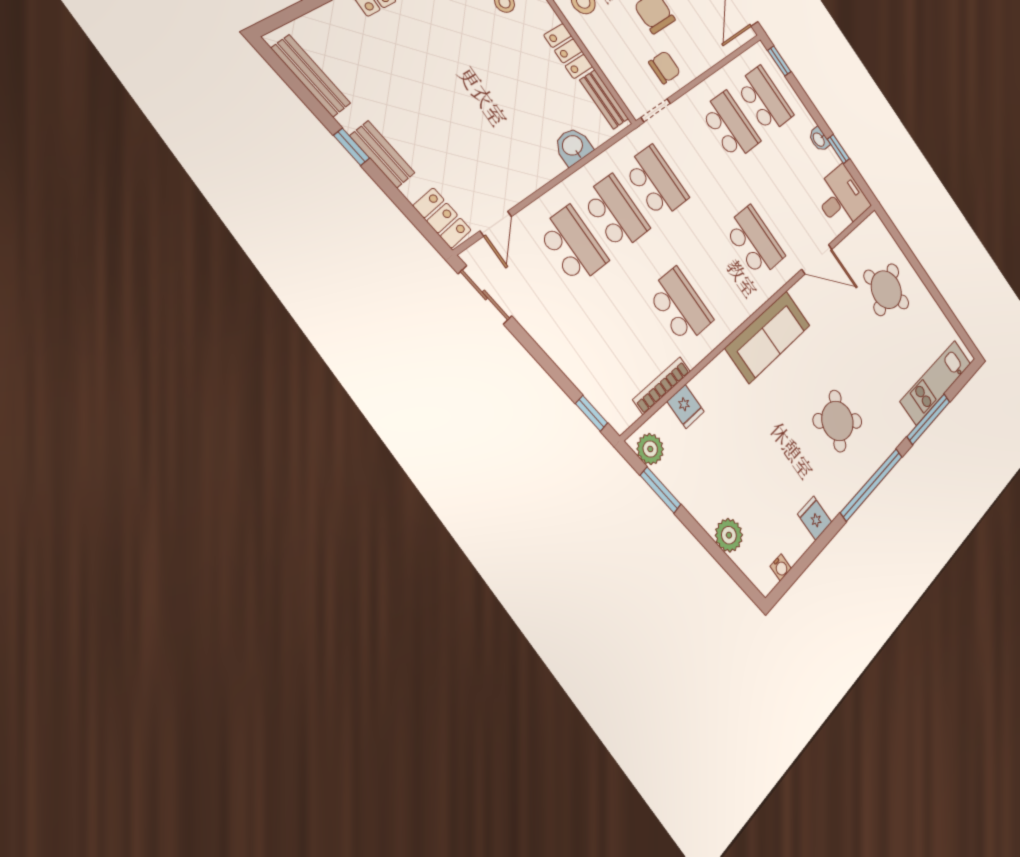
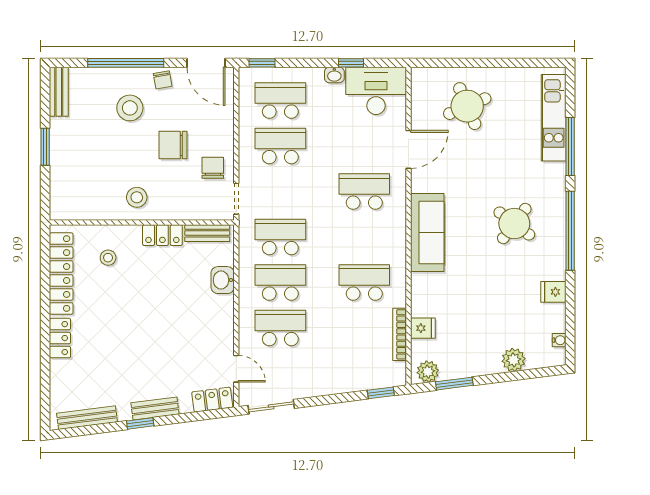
desk: (841, 198) -> (376, 91), width x1.37

